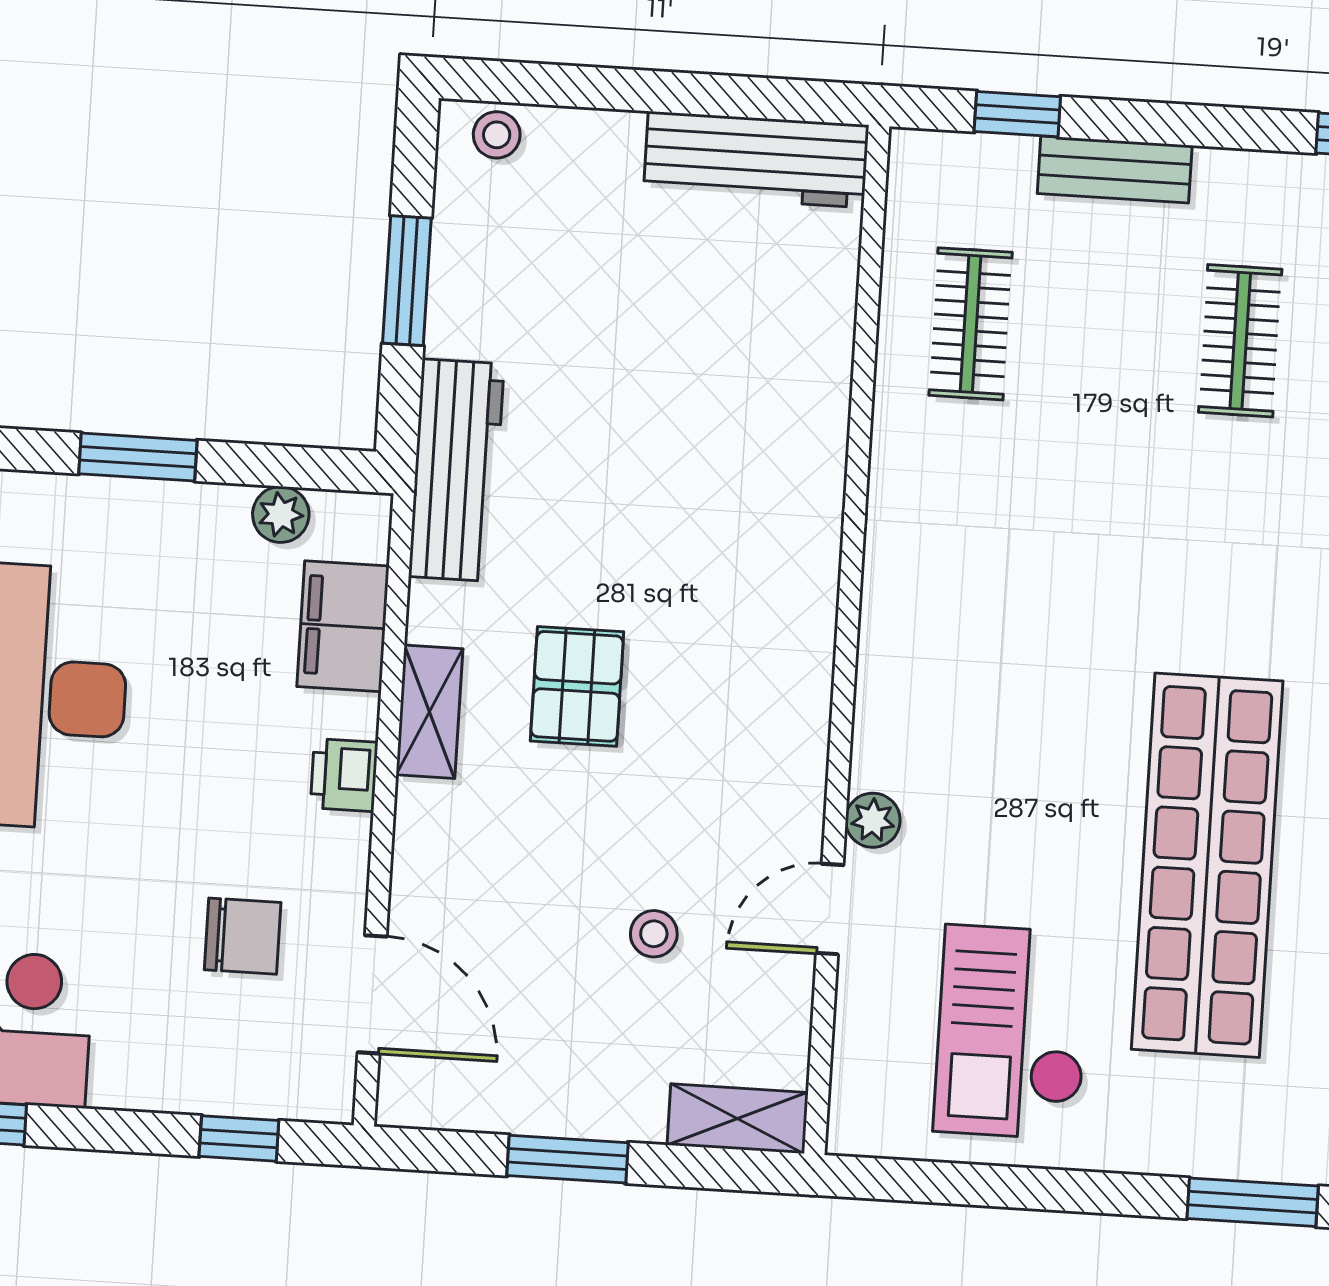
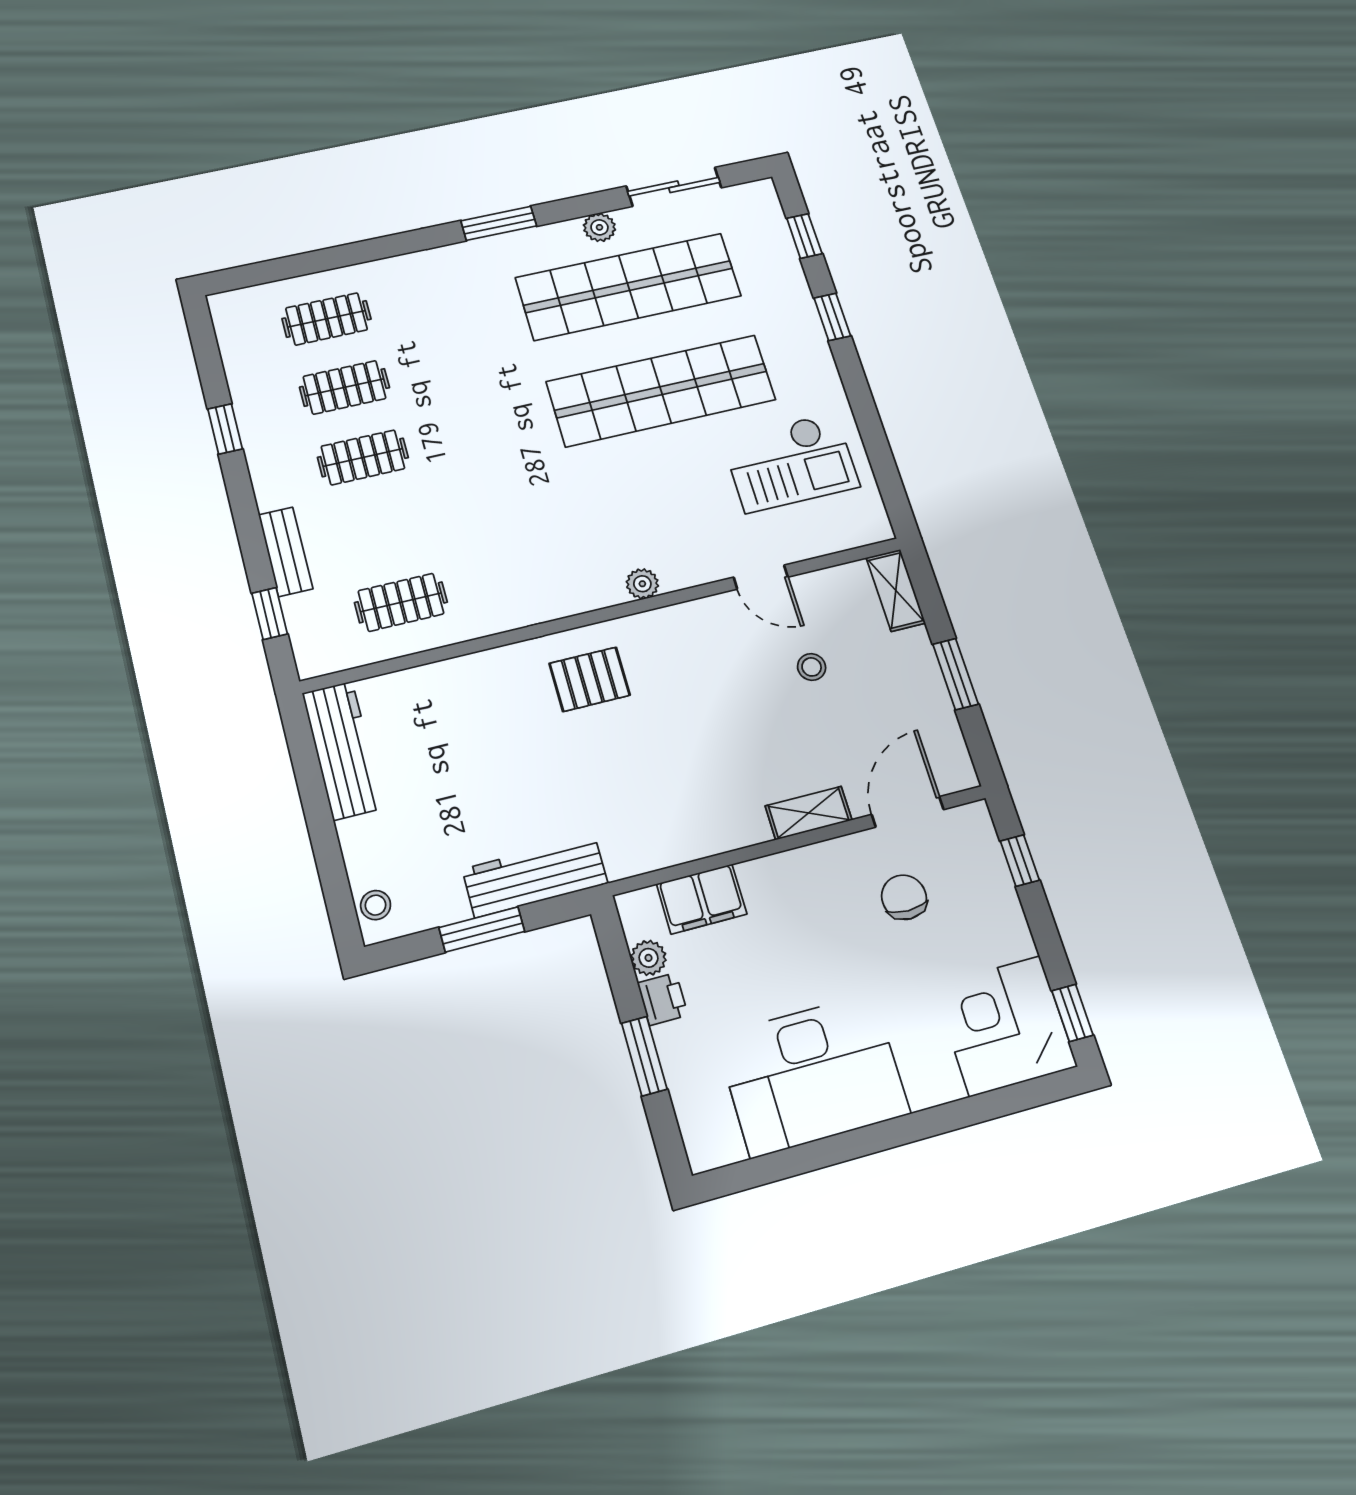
workbench: (456, 470) -> (535, 876), moved
pallet: (577, 686) -> (590, 679), moved
shelving: (429, 712) -> (809, 813), moved
printer: (344, 775) -> (663, 999), moved, turned -90
plant: (873, 820) -> (642, 584), moved
window: (1253, 1202) -> (832, 317), width x0.67

